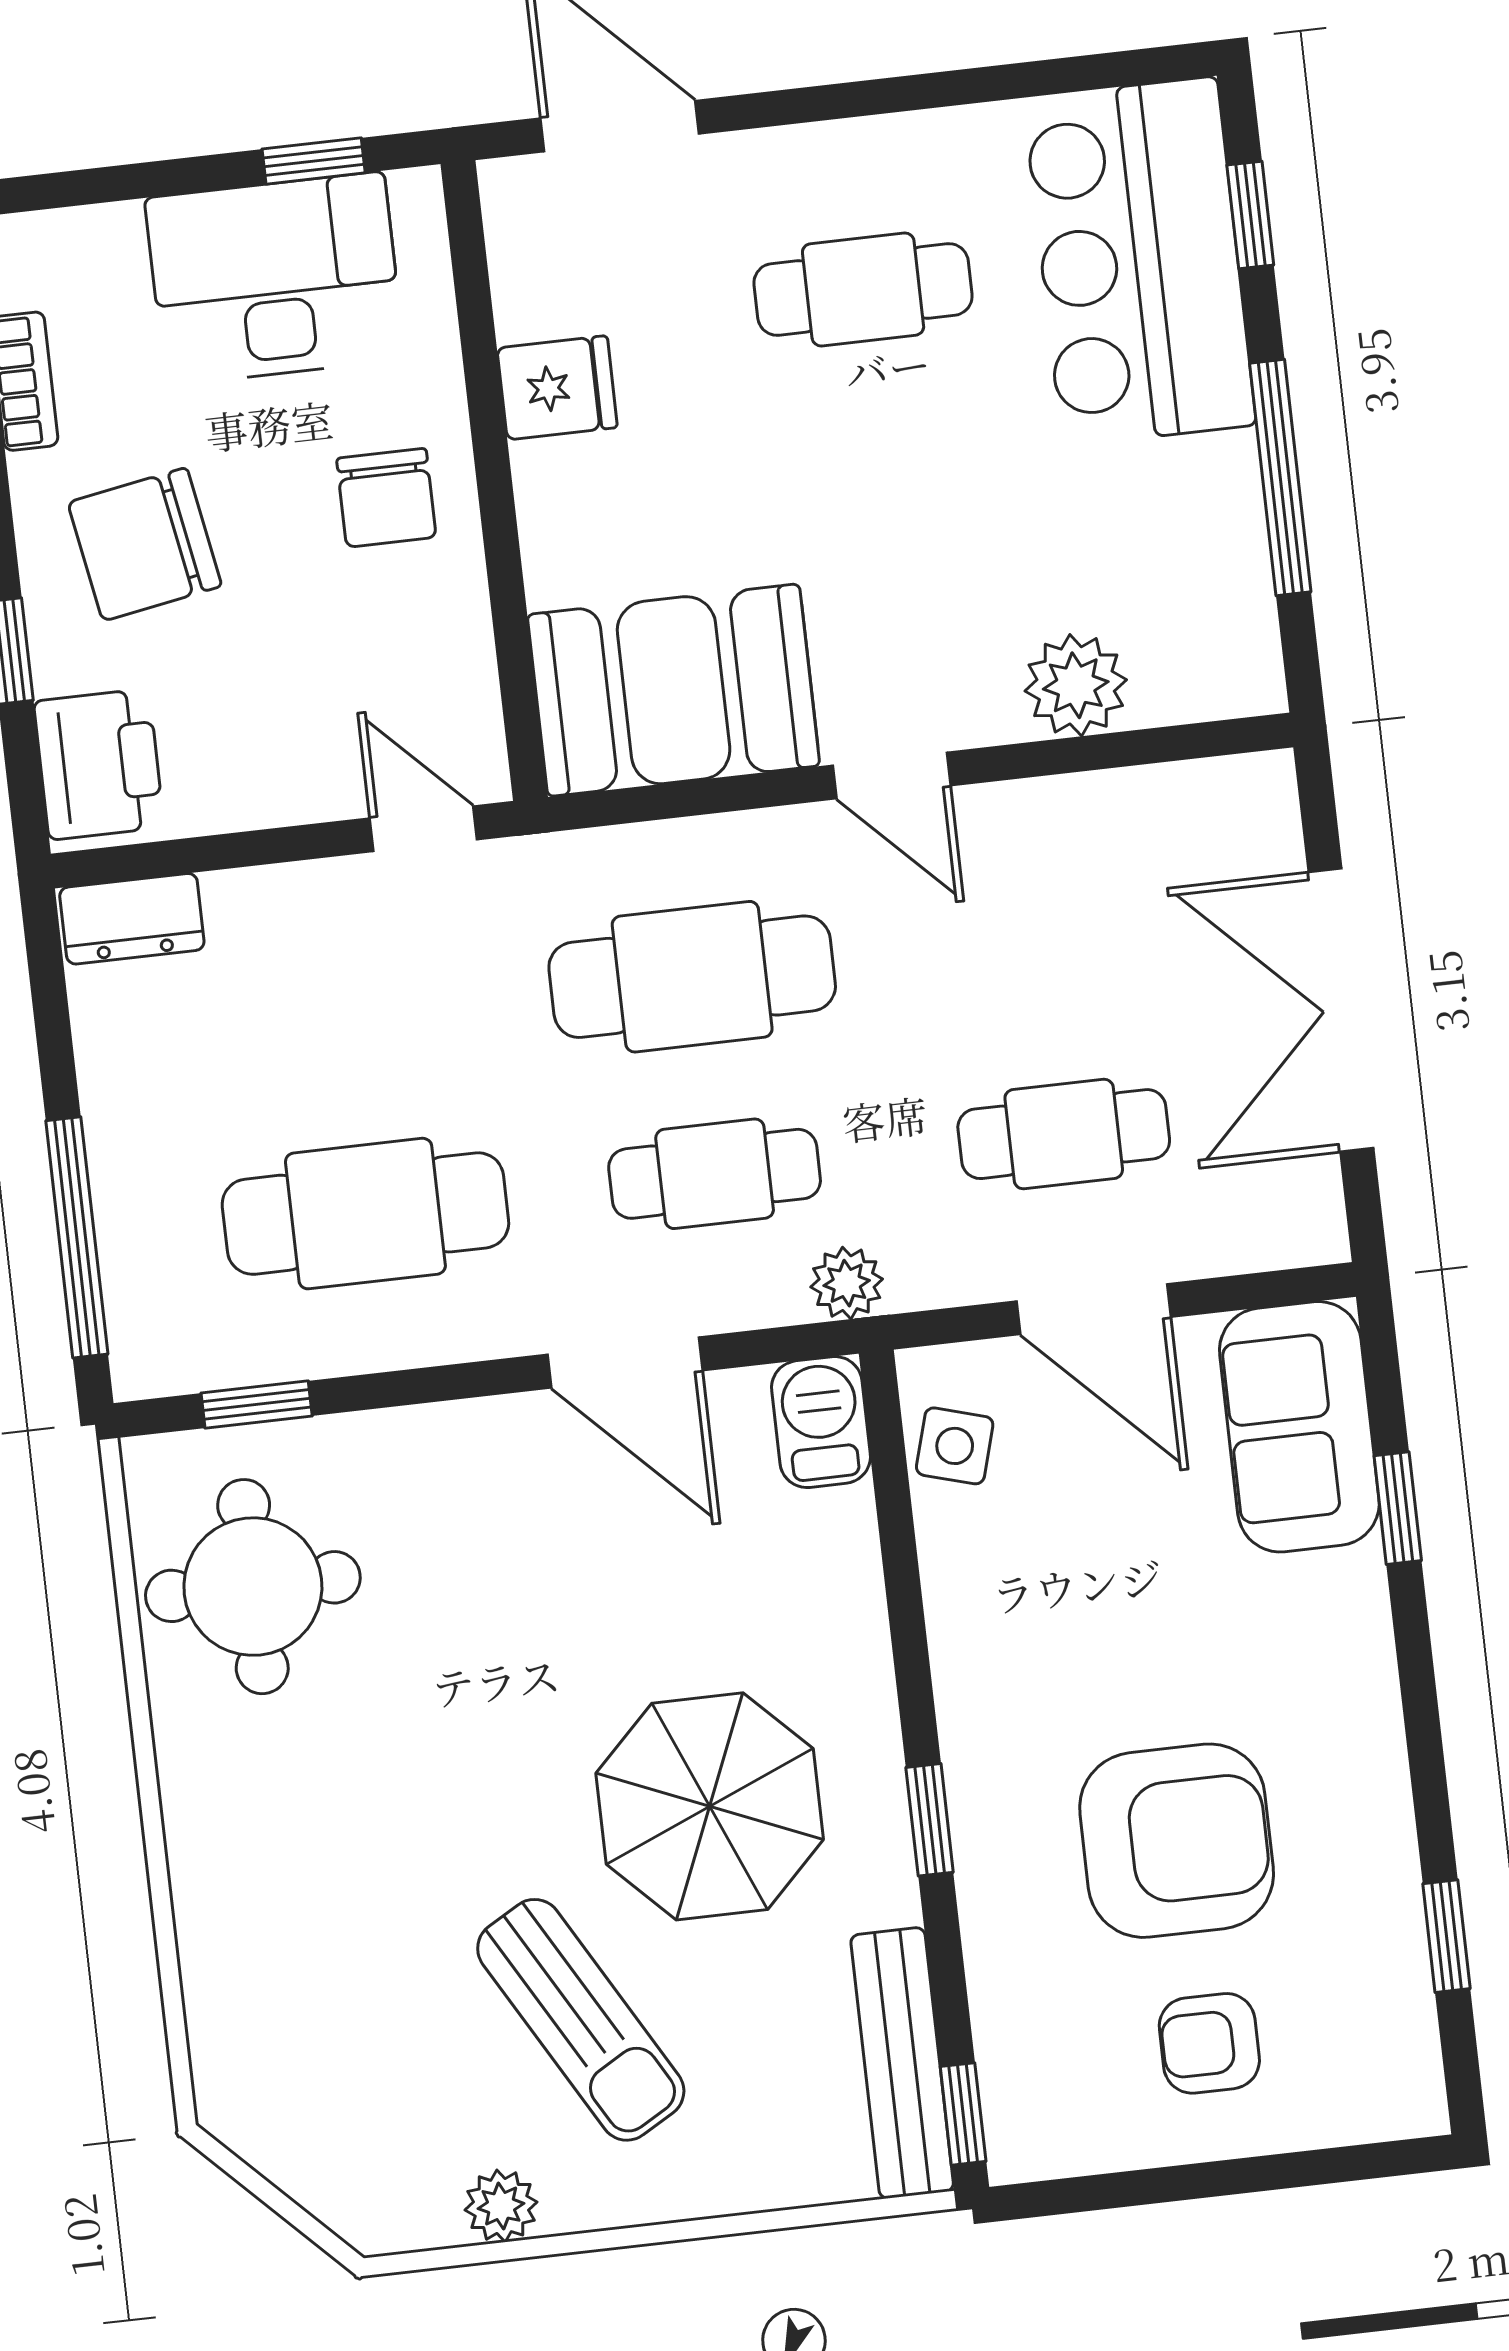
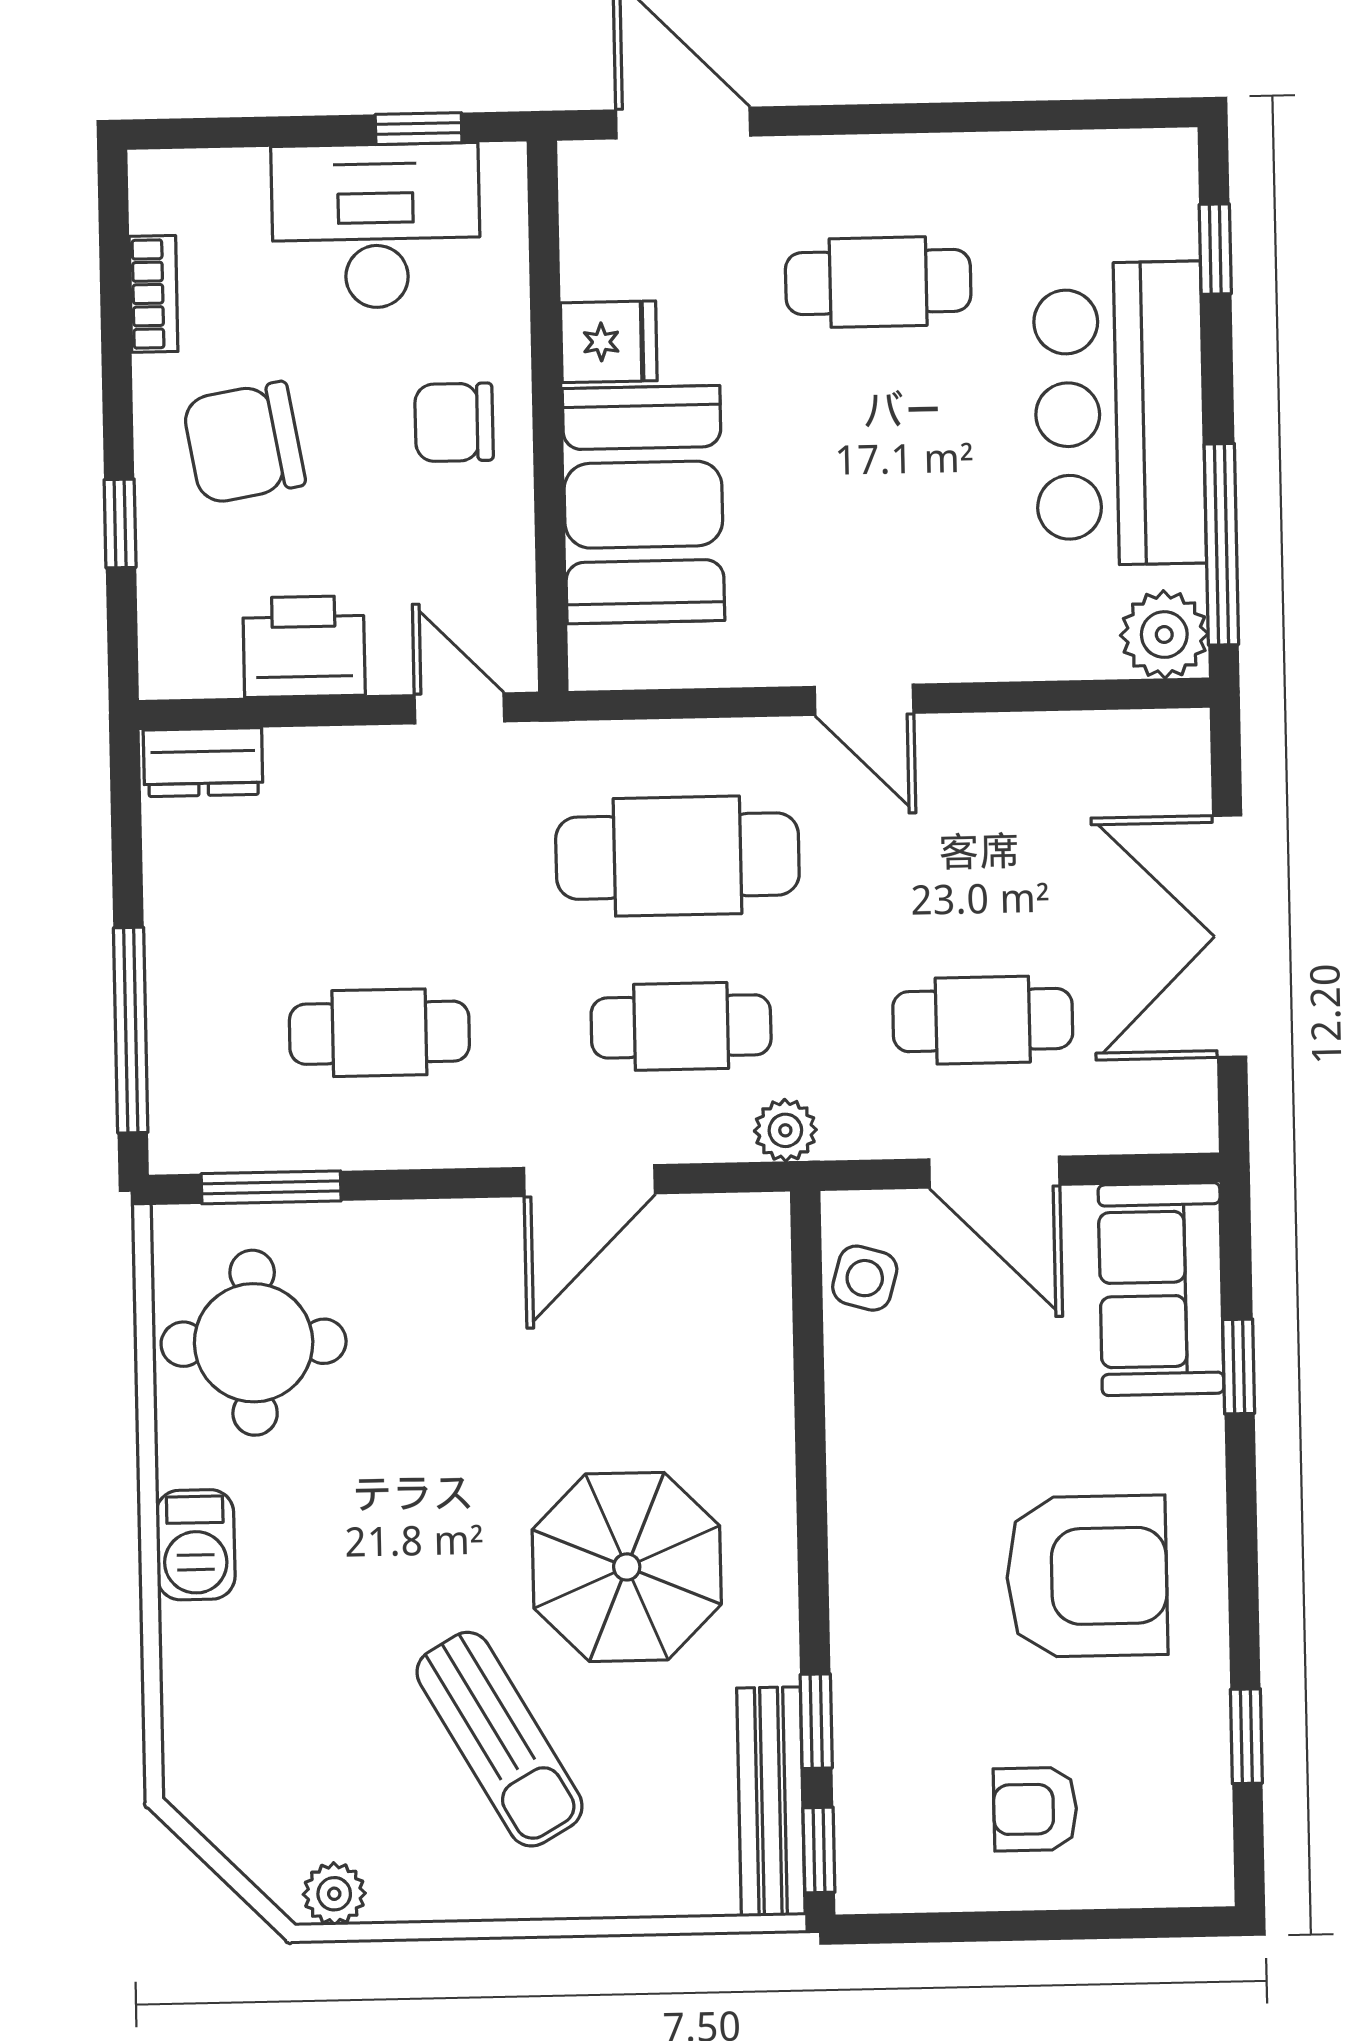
bar counter: (1140, 262) -> (1120, 414), moved
window: (1280, 477) -> (1221, 544), moved
chair: (386, 498) -> (454, 422), turned 90
plant: (1076, 685) -> (1164, 635), moved
booth: (674, 690) -> (643, 505), moved, turned 90
printer: (99, 764) -> (304, 647), moved, turned -90
cafe table: (365, 1214) -> (379, 1033), width x0.73, depth x0.74
door: (625, 1363) -> (589, 1181), hinge flipped
window: (257, 1404) -> (271, 1187), width x1.50
barbecue: (821, 1422) -> (195, 1545), moved, turned 180
window: (930, 1820) -> (816, 1721), moved
armchair: (1177, 1841) -> (1087, 1576), moved
plant: (501, 2206) -> (334, 1894), moved

